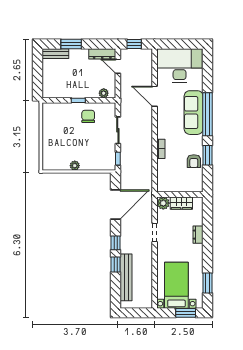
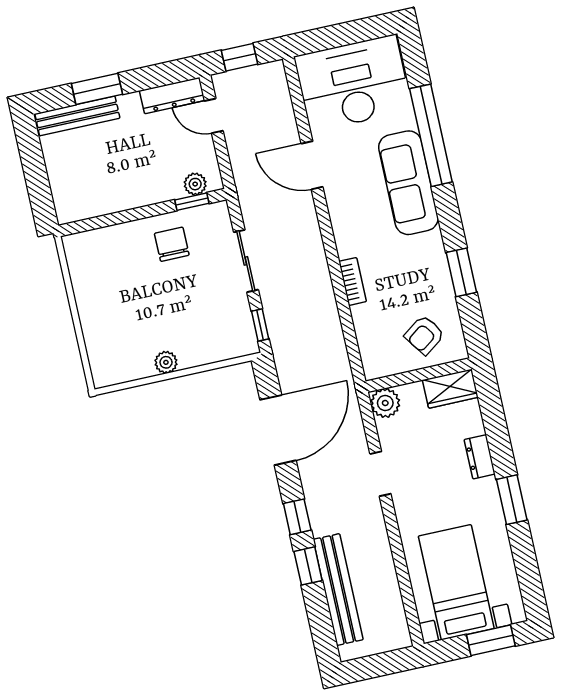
bench: (56, 54) -> (77, 116), width x1.36
window: (78, 100) -> (192, 202), moved
window: (208, 114) -> (431, 135), moved
armchair: (194, 161) -> (424, 335), moved, turned 54
wardrobe: (181, 203) -> (450, 389), moved
window: (208, 283) -> (512, 500), moved

